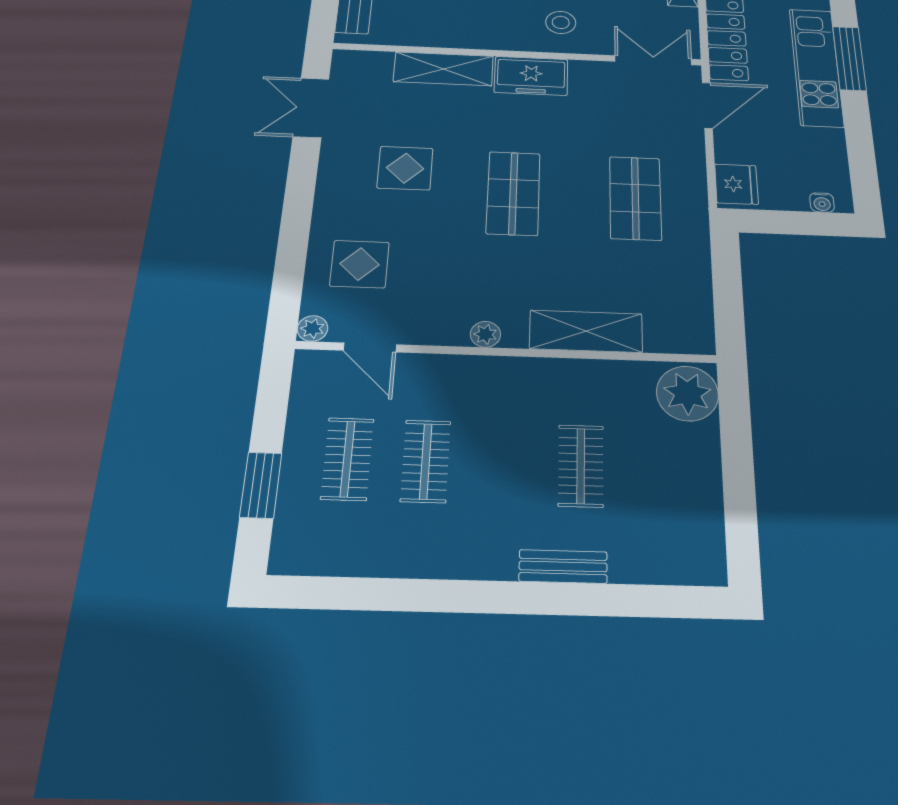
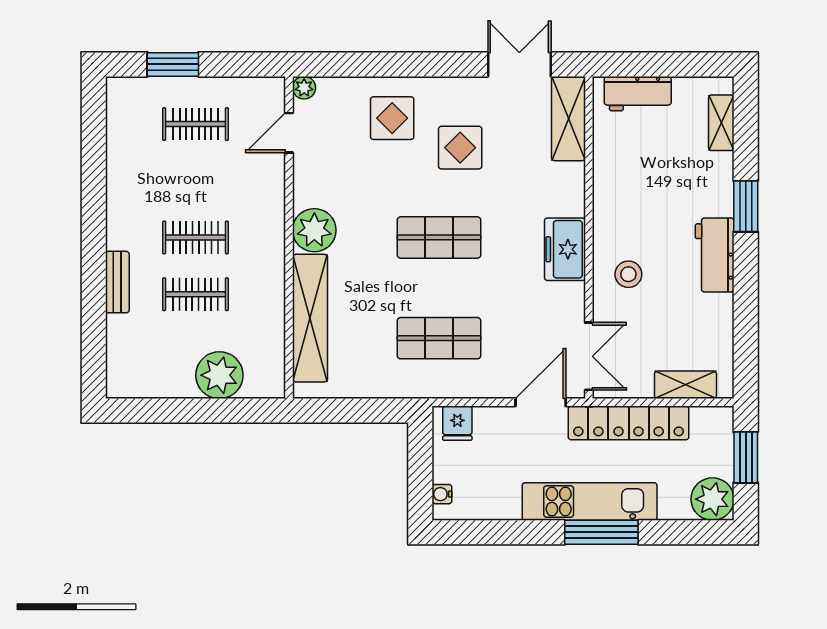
shelving: (443, 69) -> (568, 119), moved
door: (707, 105) -> (541, 402), swing flipped
fridge: (736, 184) -> (457, 423), width x0.72
display table: (359, 264) -> (392, 118), moved
shelving: (586, 331) -> (310, 318), width x1.47
plant: (485, 334) -> (314, 230), width x1.88, depth x1.88
plant: (687, 393) -> (219, 375), moved
clothes rail: (426, 461) -> (196, 237), moved

